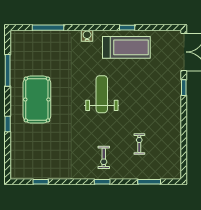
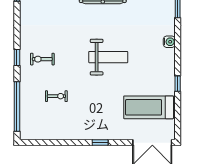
treadmill: (126, 47) -> (149, 107), moved, turned 90
window: (184, 88) -> (100, 143), moved
window: (149, 182) -> (17, 106), width x2.11

